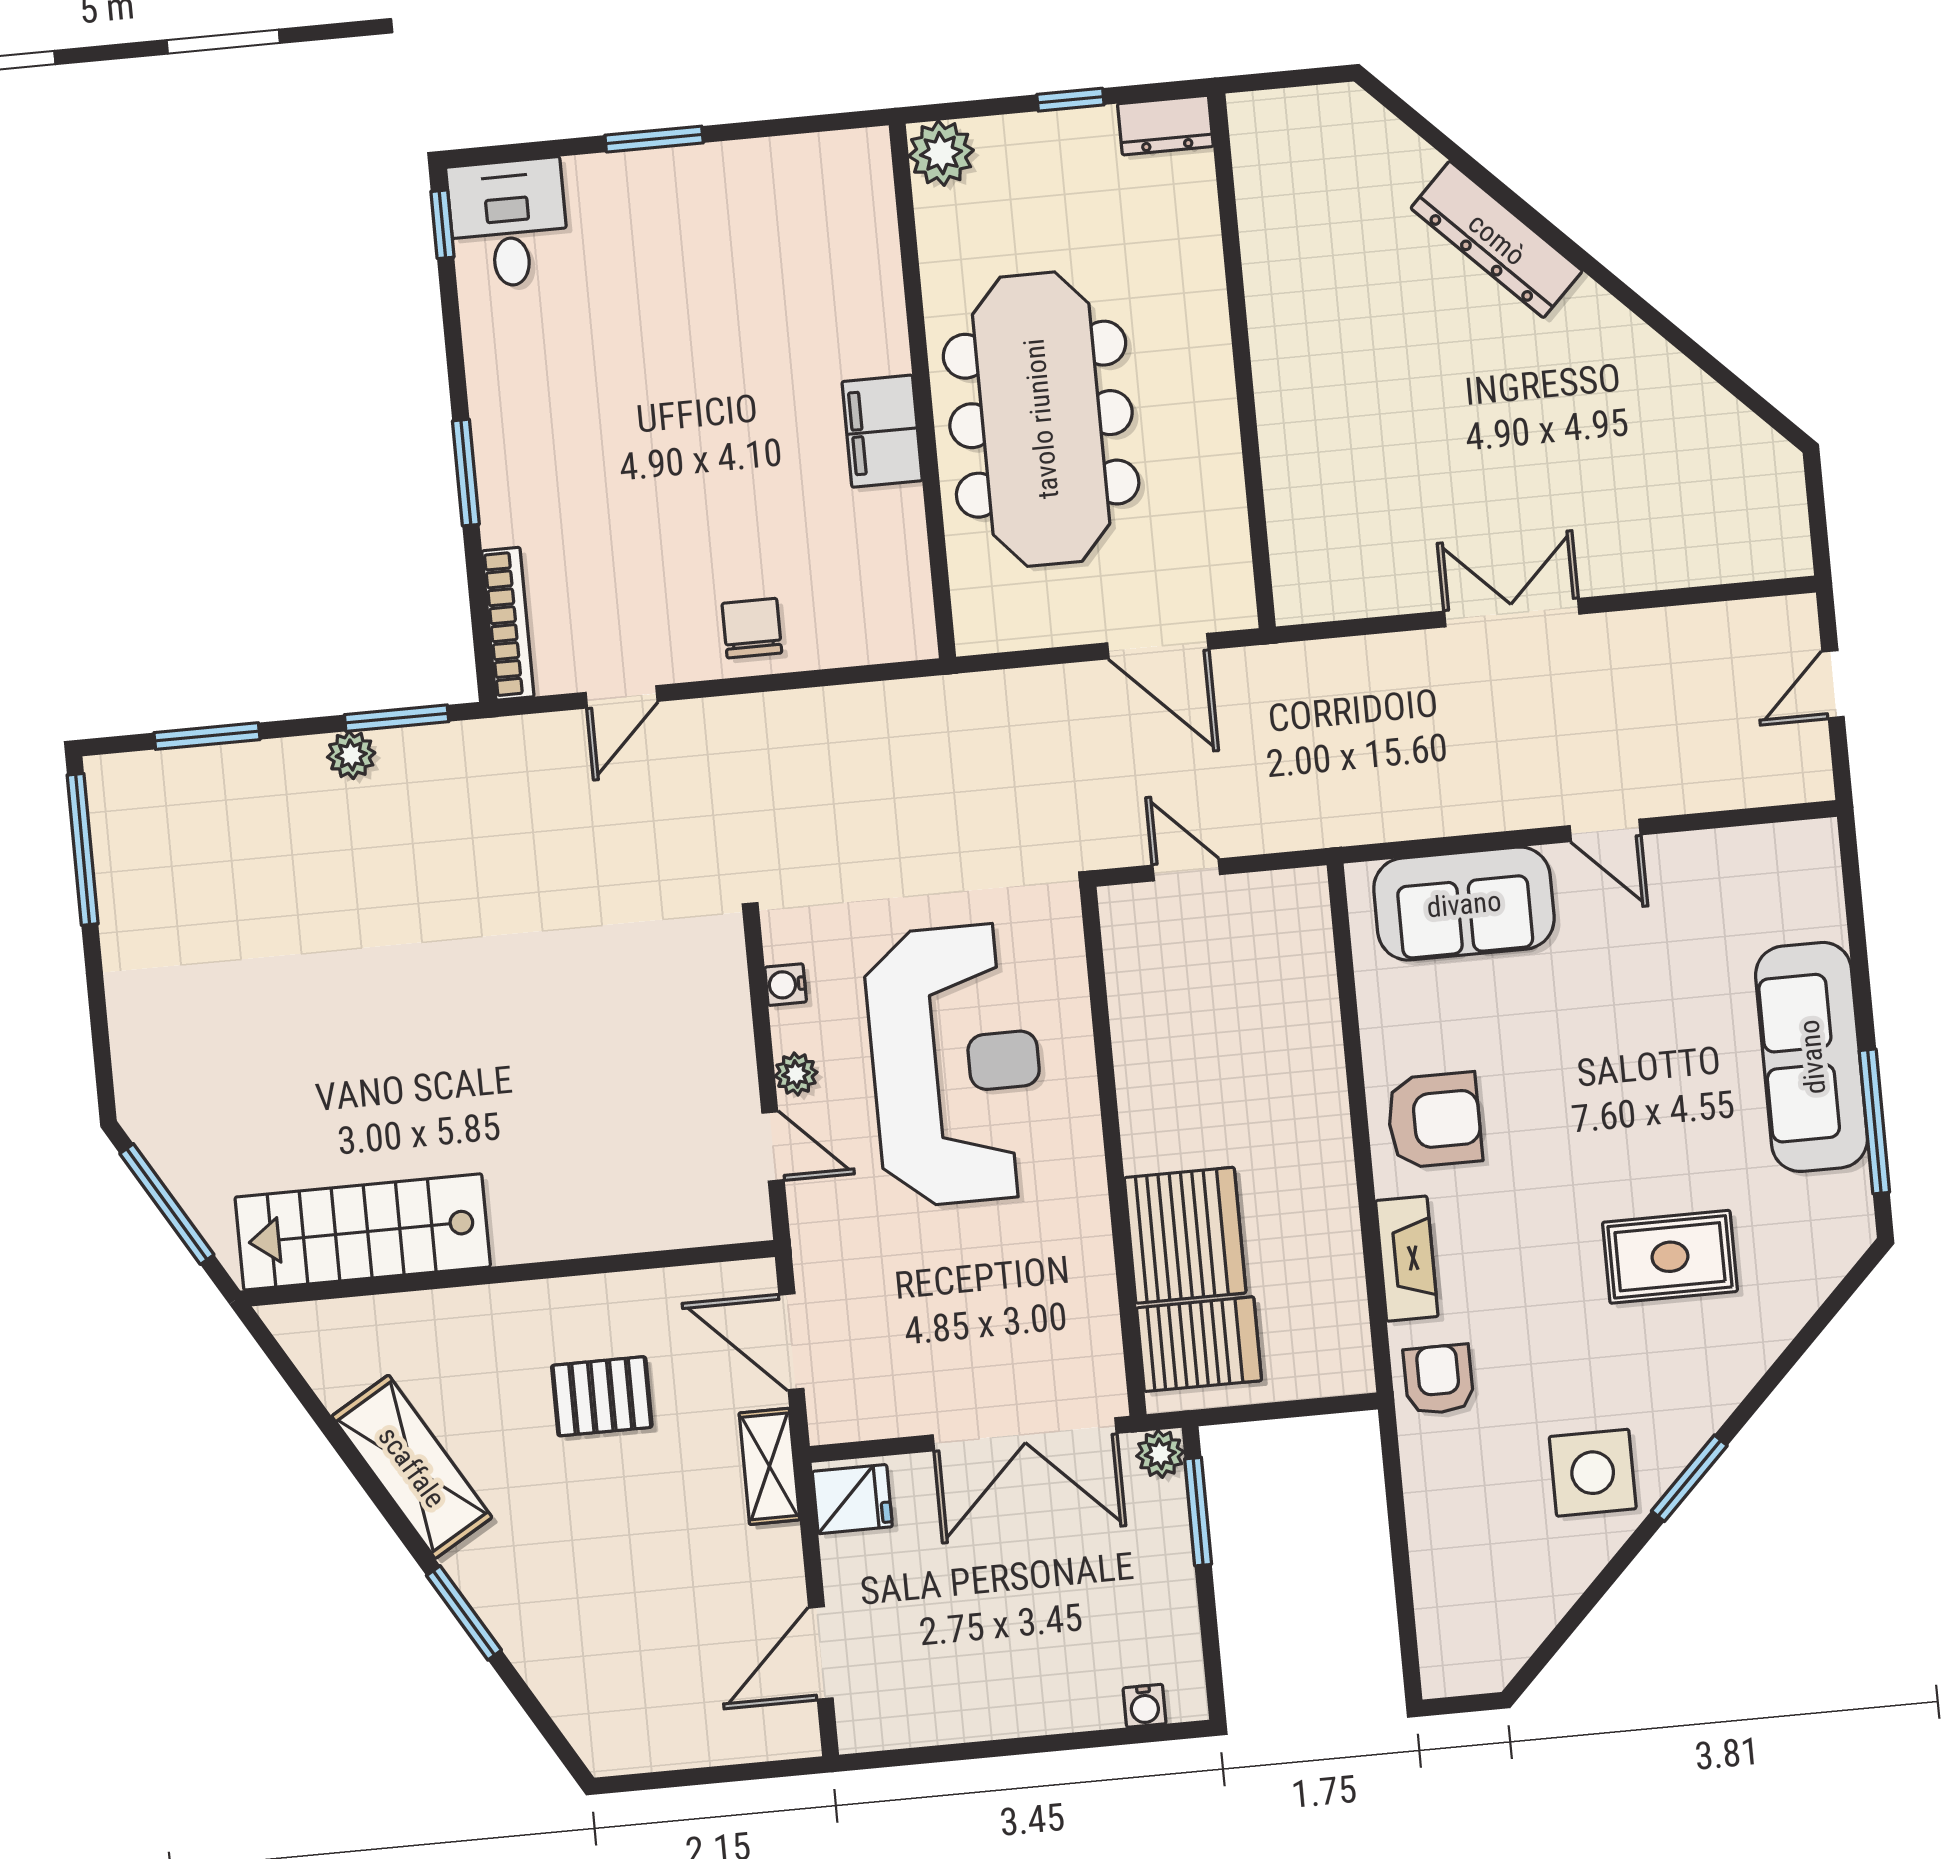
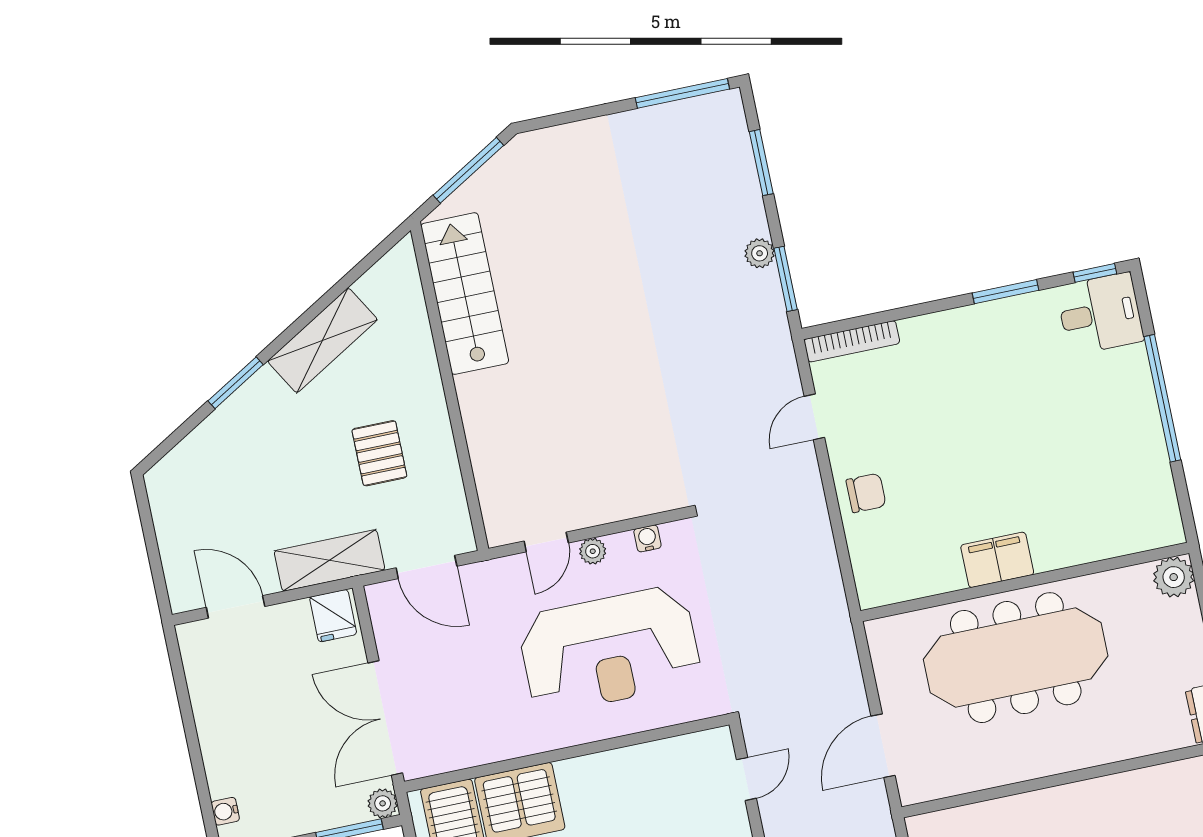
window: (654, 139) -> (1162, 398), width x2.11
window: (466, 473) -> (1005, 292), moved
door: (622, 697) -> (814, 417), hinge flipped
door: (791, 1342) -> (426, 567), swing flipped
shelving: (769, 1466) -> (329, 560), width x1.50, depth x1.33

